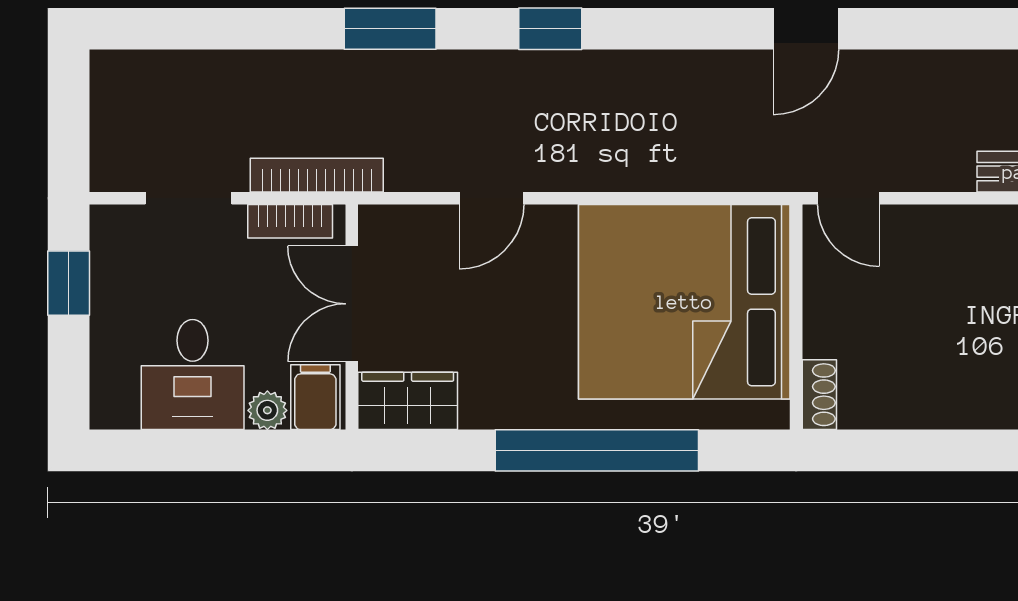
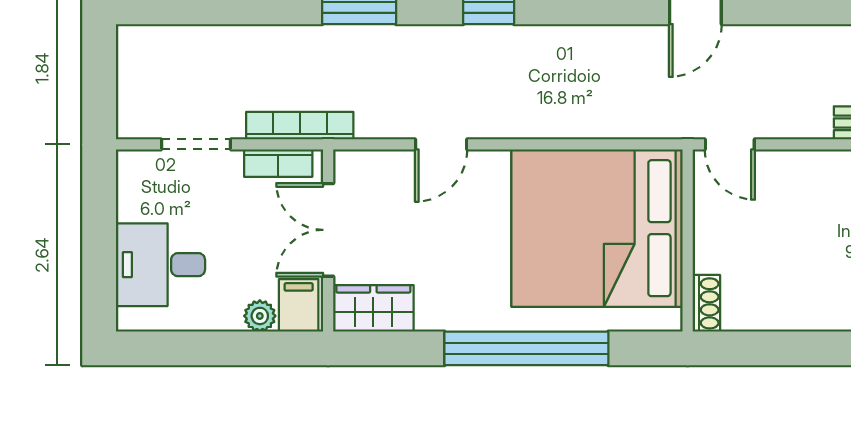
window: (69, 283) -> (99, 213), removed
desk: (193, 375) -> (160, 265), moved, turned 90

